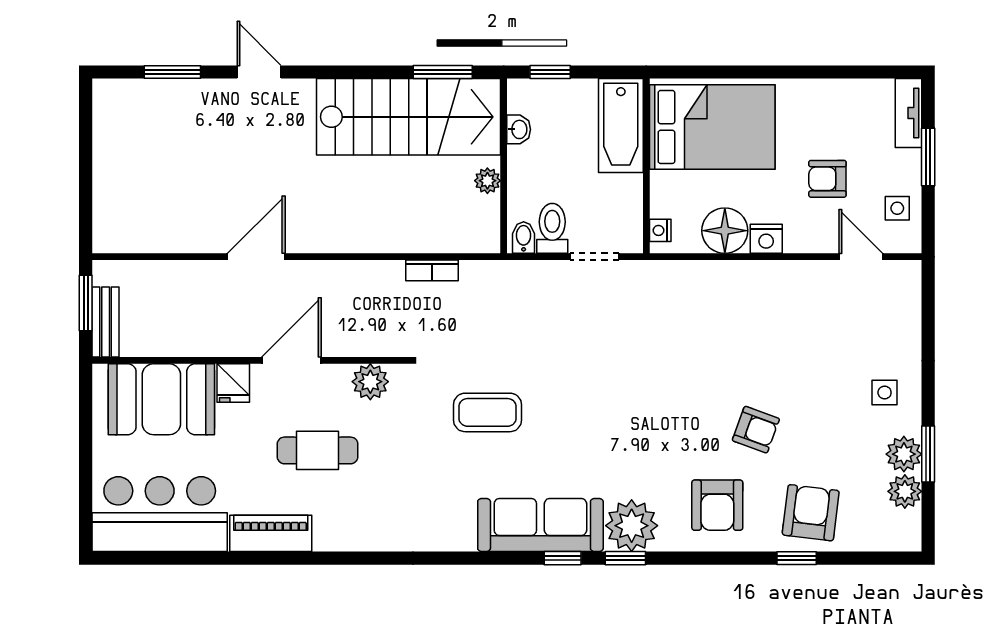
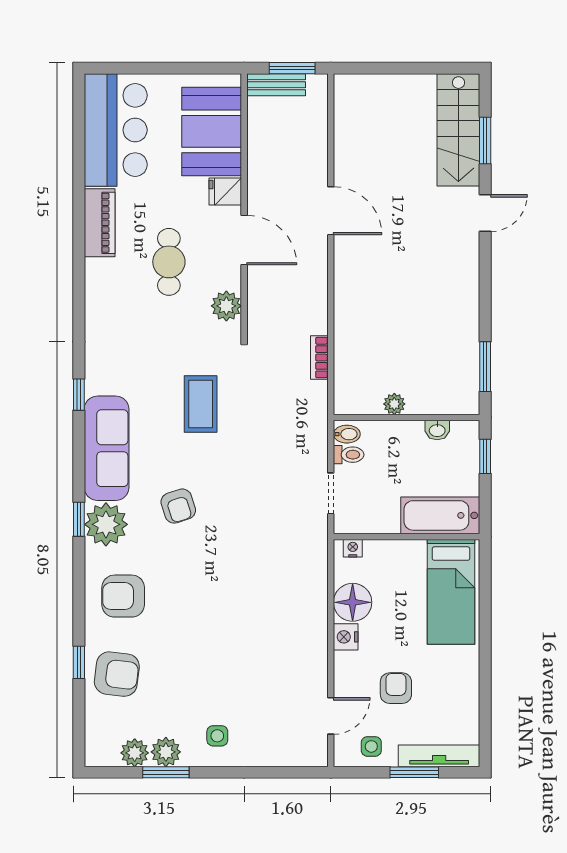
tv unit: (909, 113) -> (439, 756), width x1.41
stairs: (409, 117) -> (458, 130), moved, width x0.73, depth x0.66
bed: (712, 127) -> (451, 592), width x0.67
toilet: (552, 228) -> (349, 455), width x0.73, depth x0.72
armchair: (756, 430) -> (178, 506), moved, turned -38
window: (563, 558) -> (79, 395), moved

